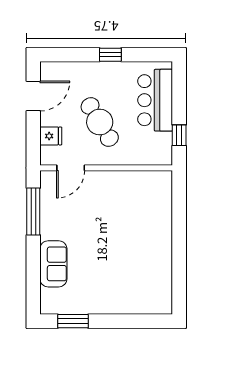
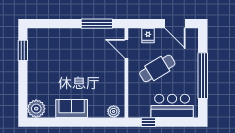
window: (110, 55) -> (203, 76), width x3.17
plant: (163, 187) -> (114, 111), added
sofa: (53, 264) -> (72, 108), moved, turned 180
plant: (159, 301) -> (36, 109), added

